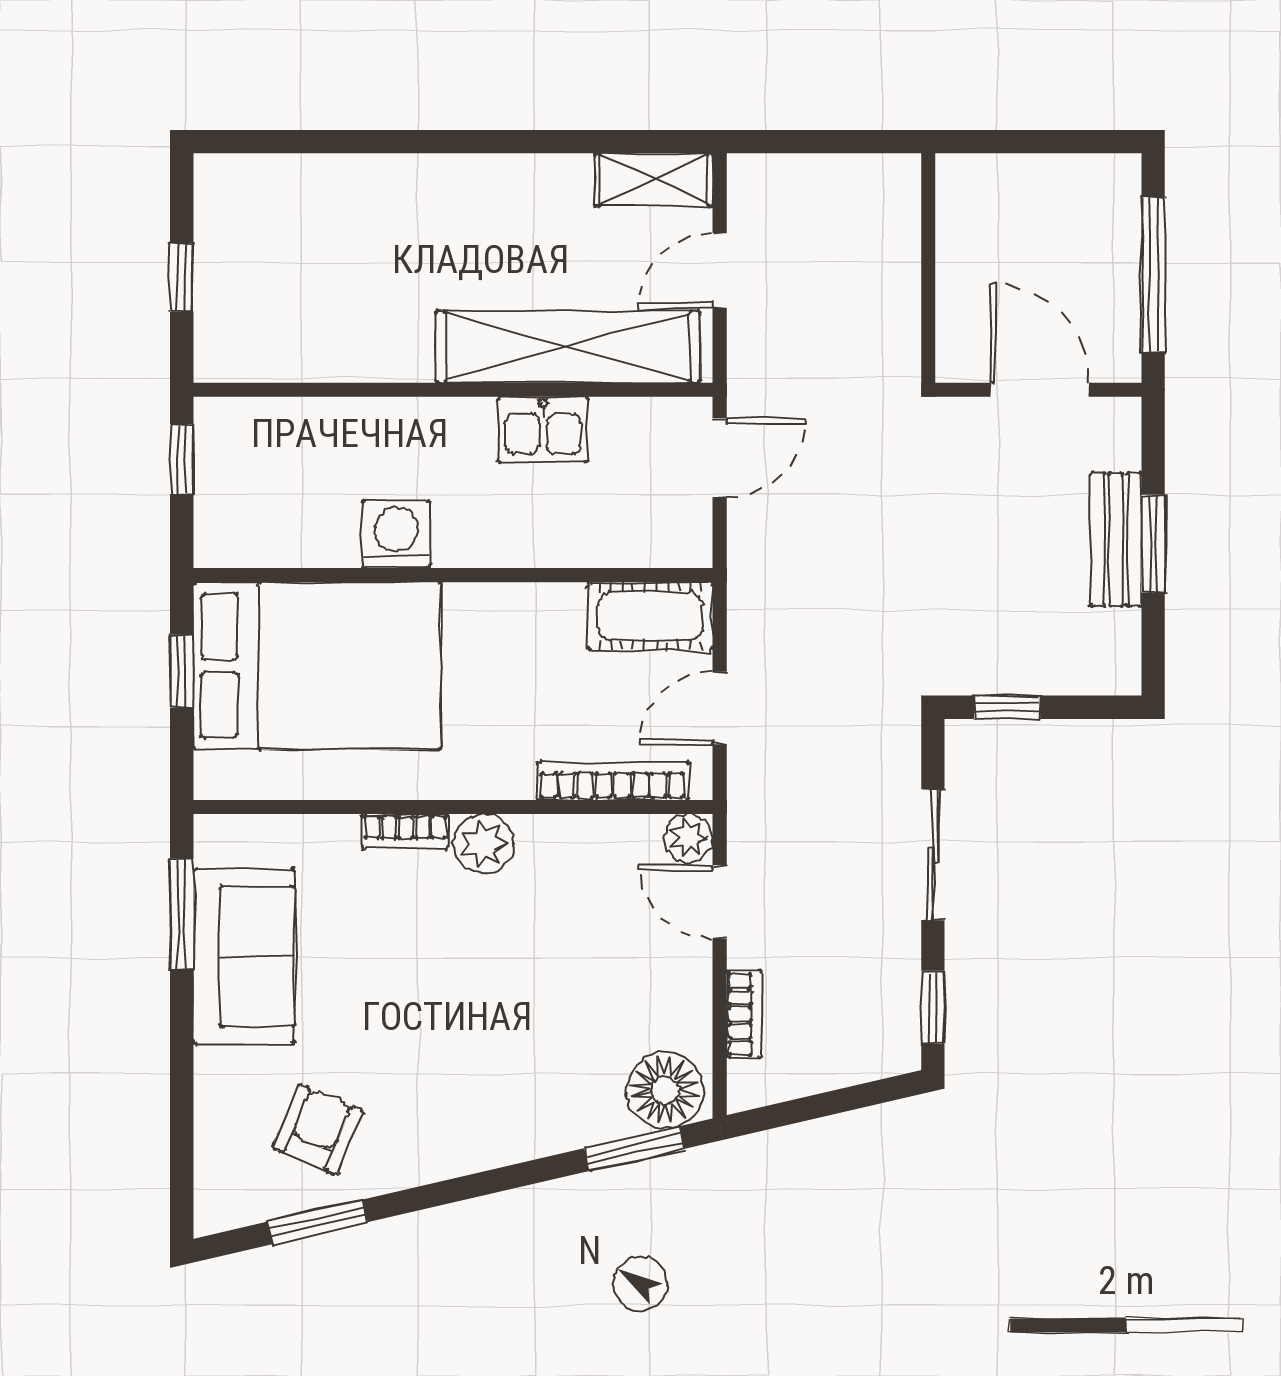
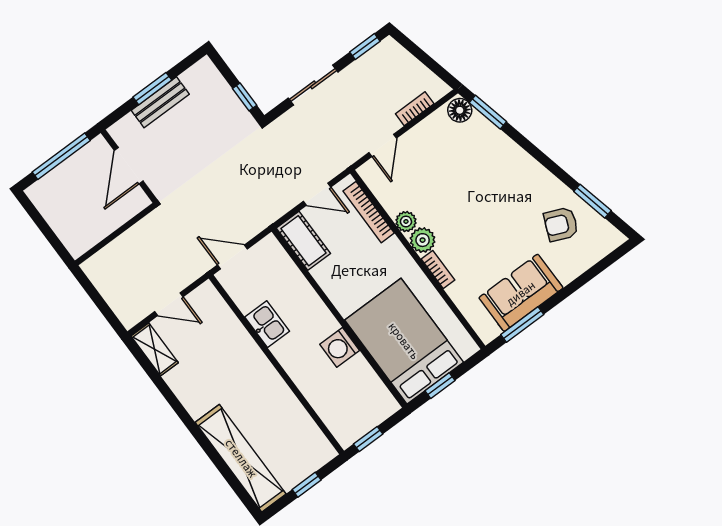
shelving: (568, 347) -> (241, 458), moved
plant: (688, 838) -> (406, 221), moved
floor lamp: (665, 1090) -> (460, 110), width x0.73, depth x0.73

